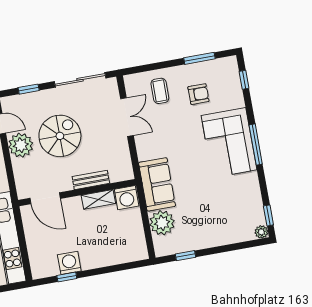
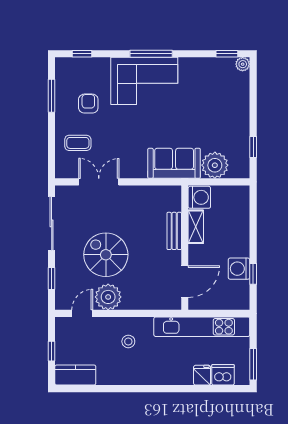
bench: (91, 180) -> (174, 231), moved
wall: (77, 193) -> (185, 248), moved
door: (45, 198) -> (185, 282), moved
washing machine: (127, 198) -> (199, 197), moved
shelving: (98, 199) -> (196, 227), moved

